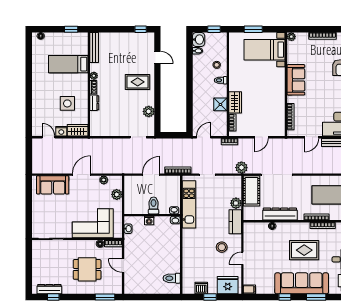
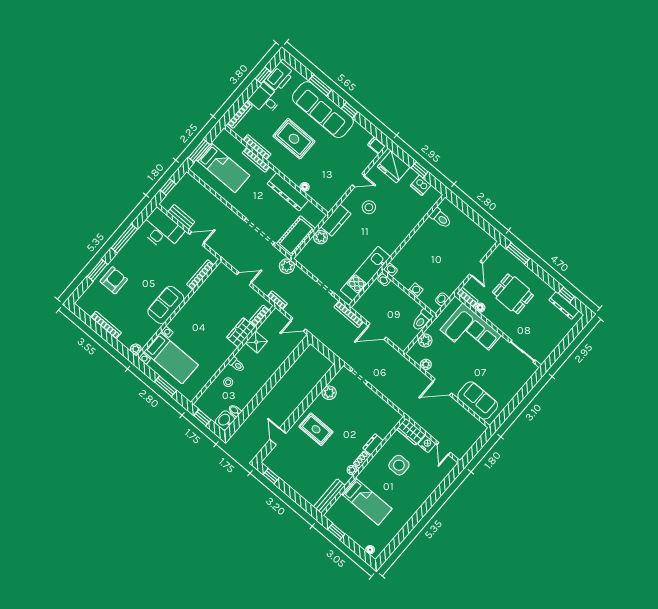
toilet: (154, 205) -> (422, 320), moved

